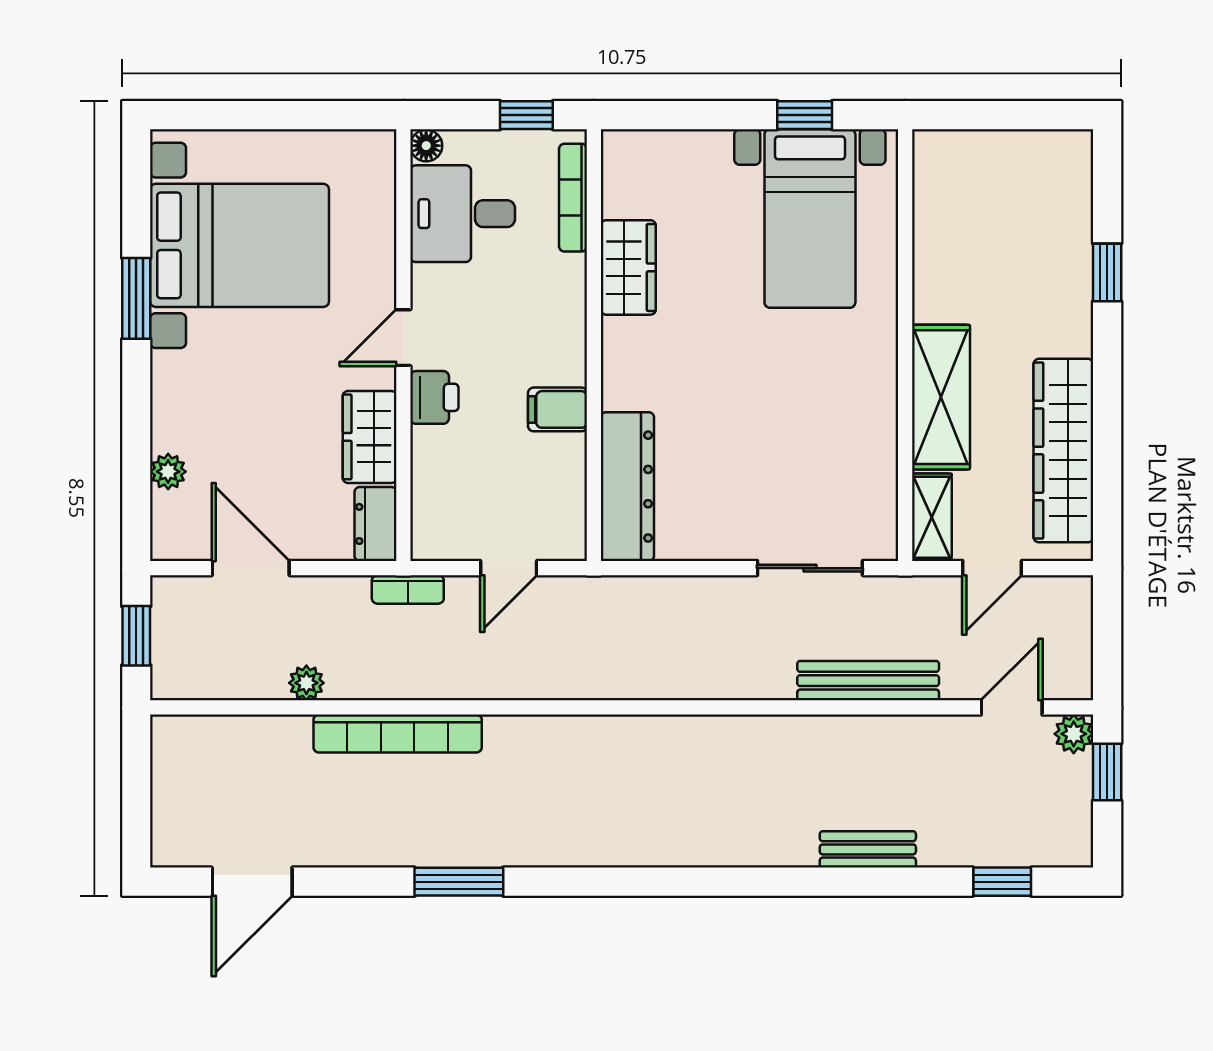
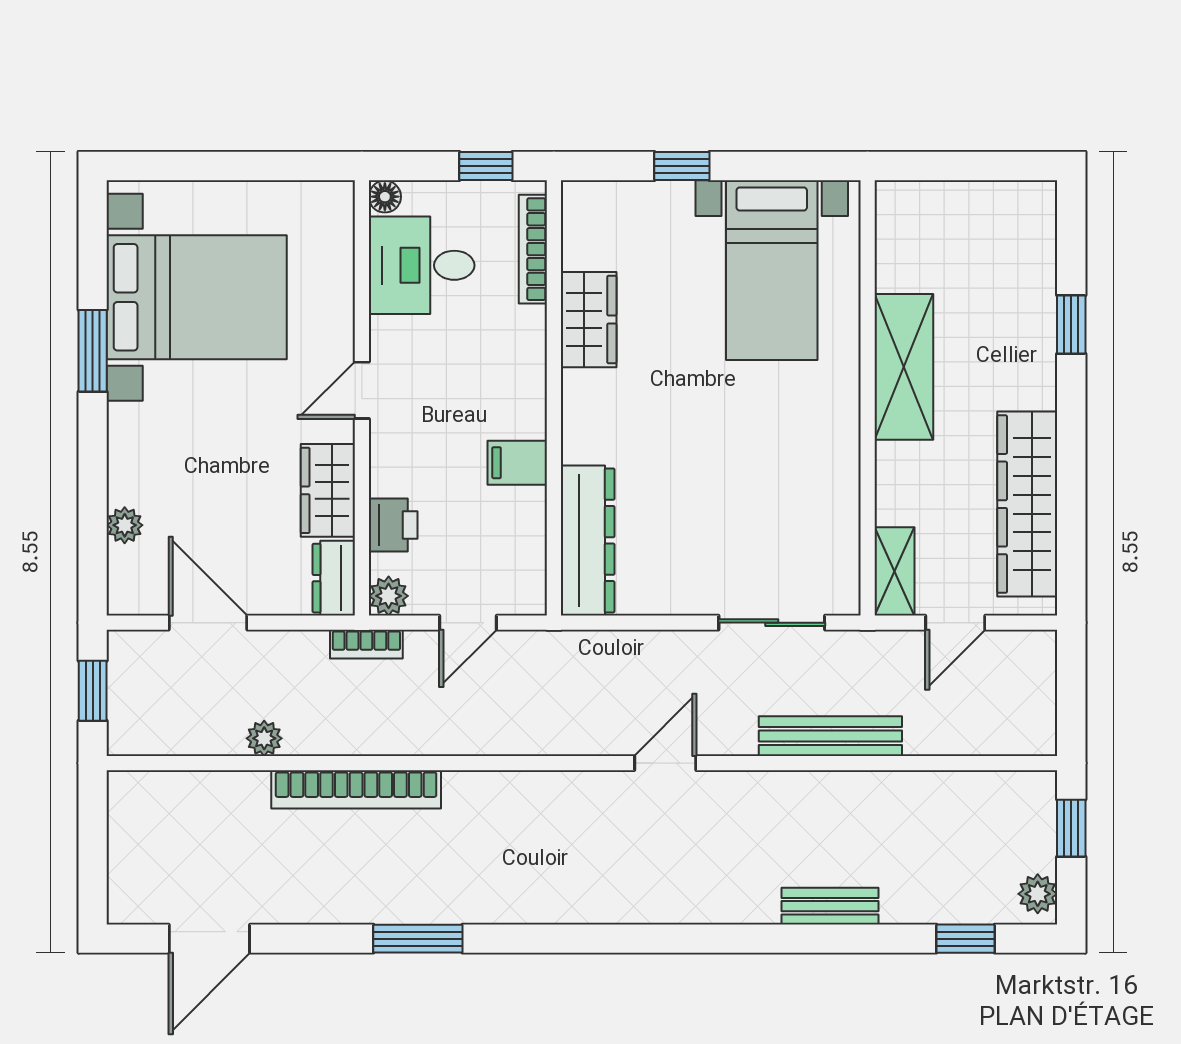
window: (805, 115) -> (682, 166), moved
printer: (434, 397) -> (393, 525), moved
shelving: (941, 397) -> (904, 367), moved
plant: (430, 542) -> (389, 596), added
door: (1012, 707) -> (665, 763), moved
plant: (1074, 734) -> (1038, 894), moved

